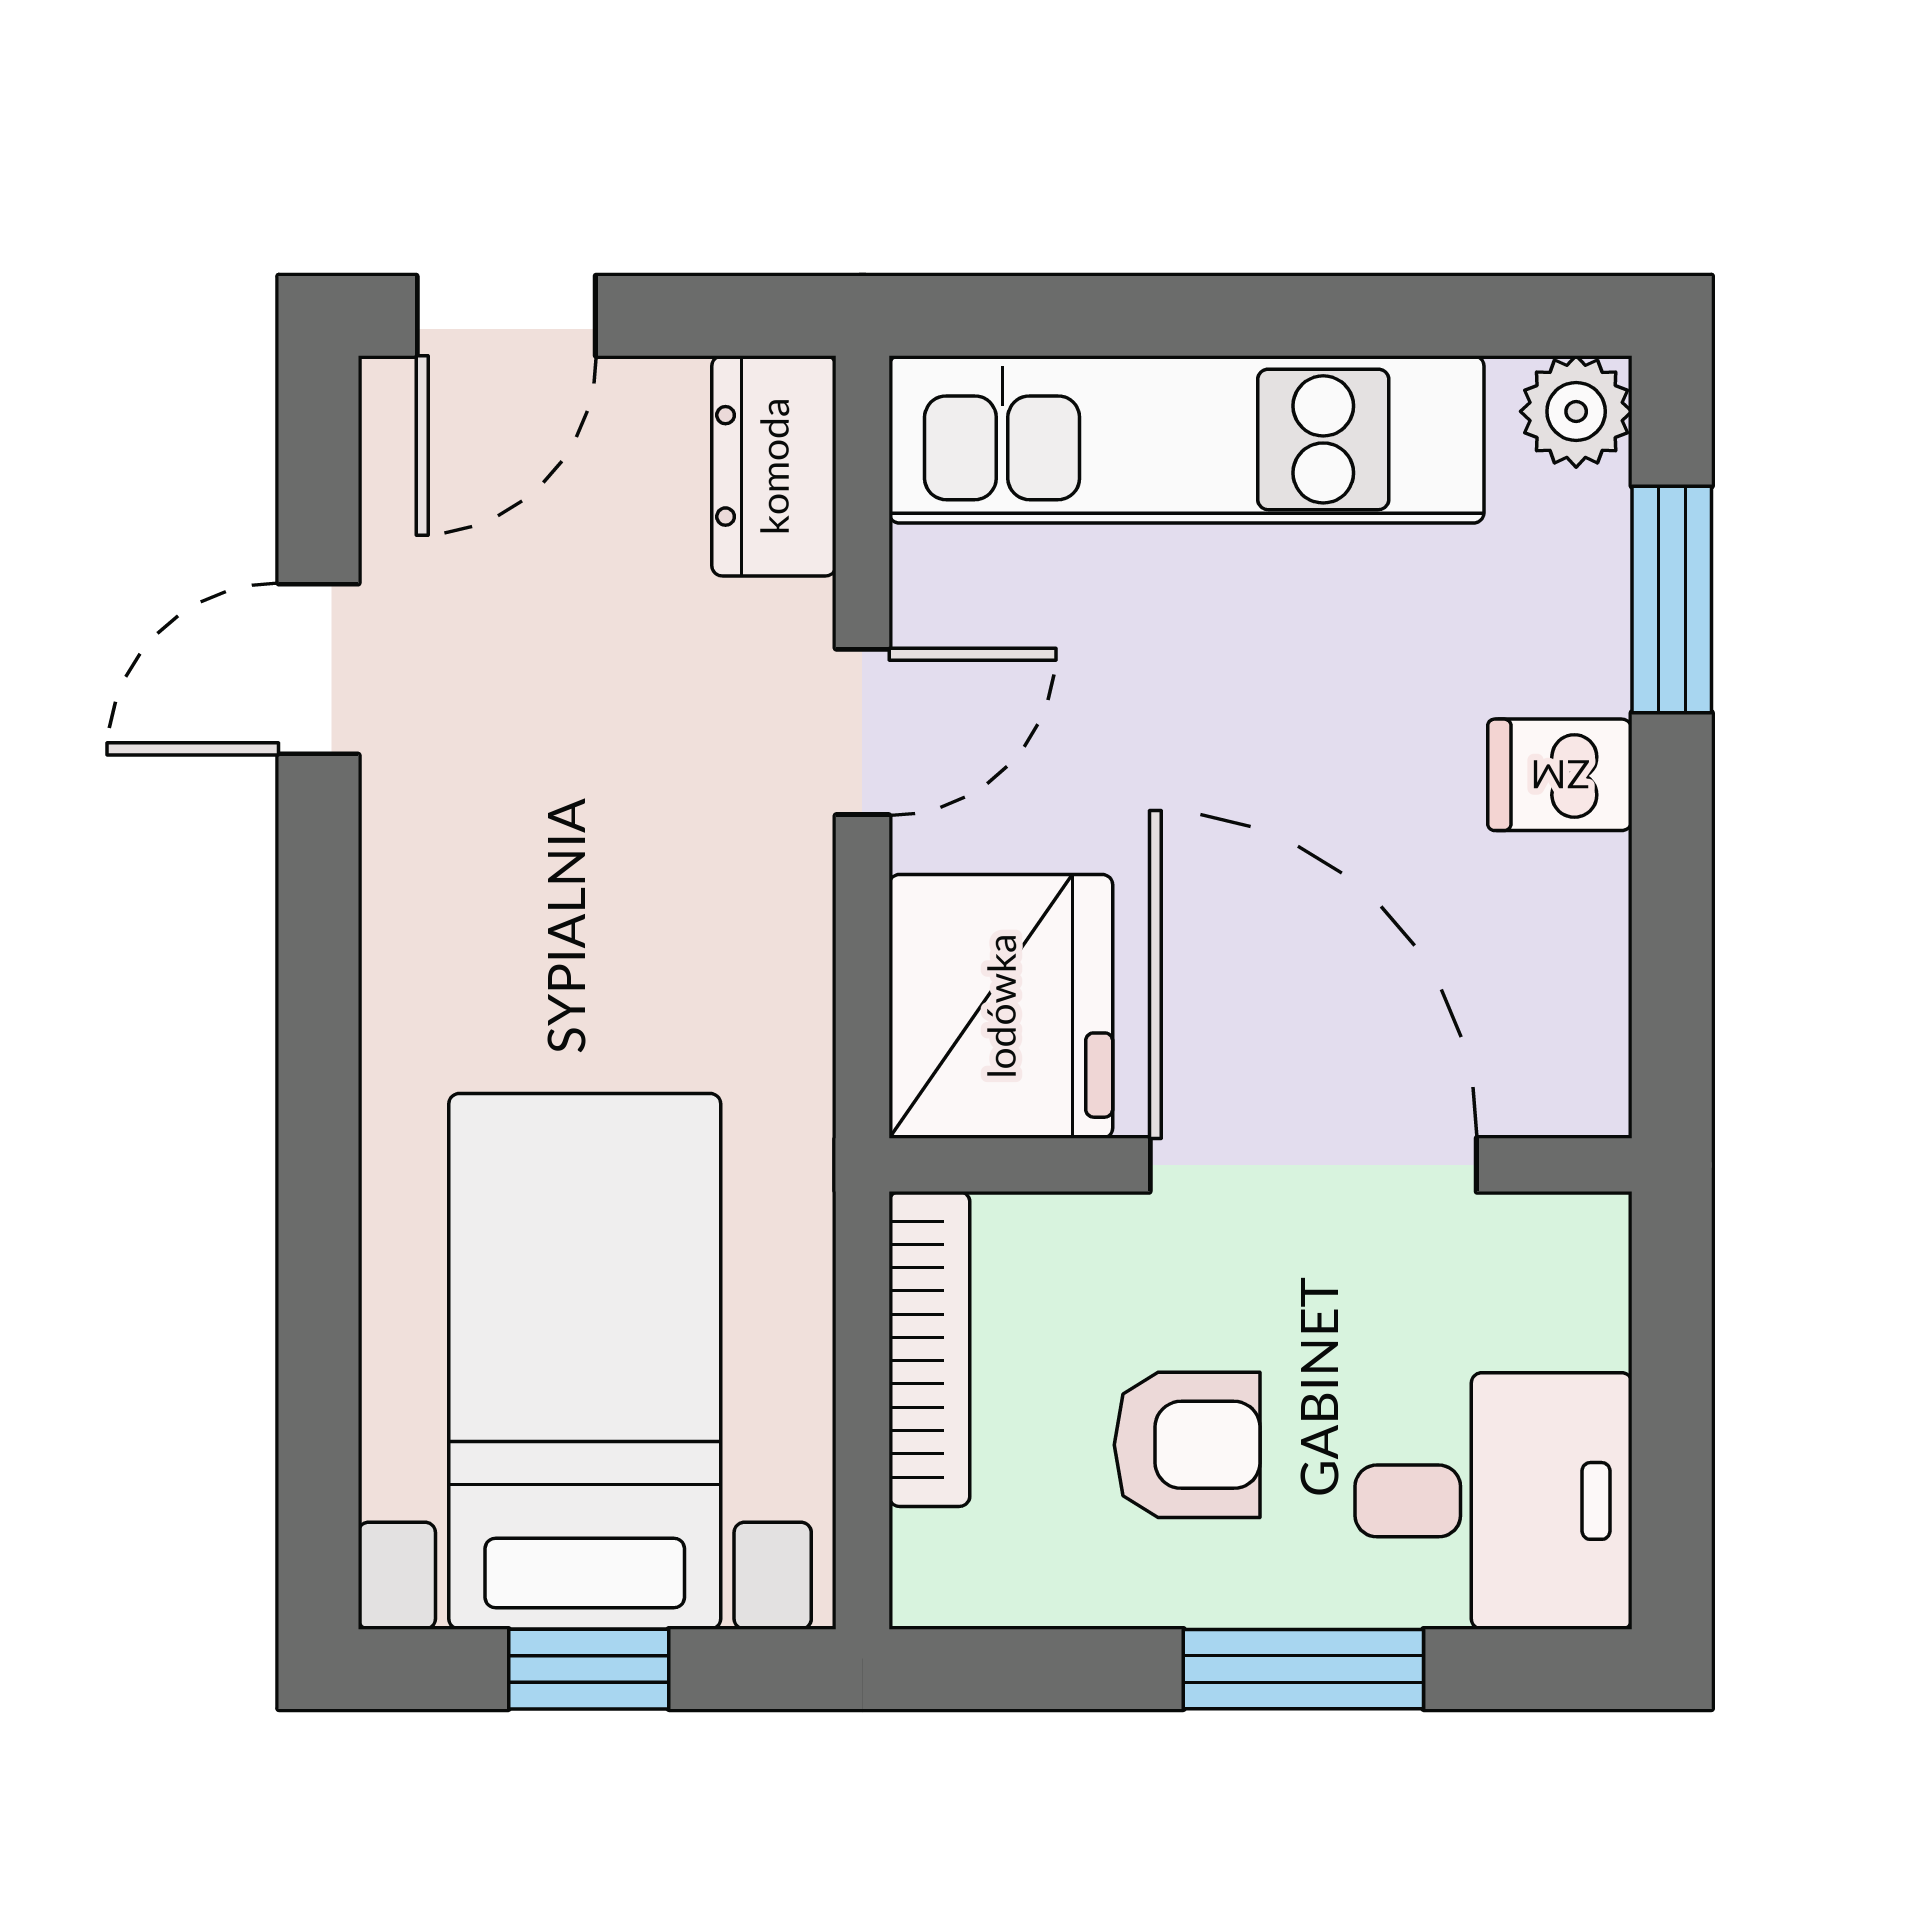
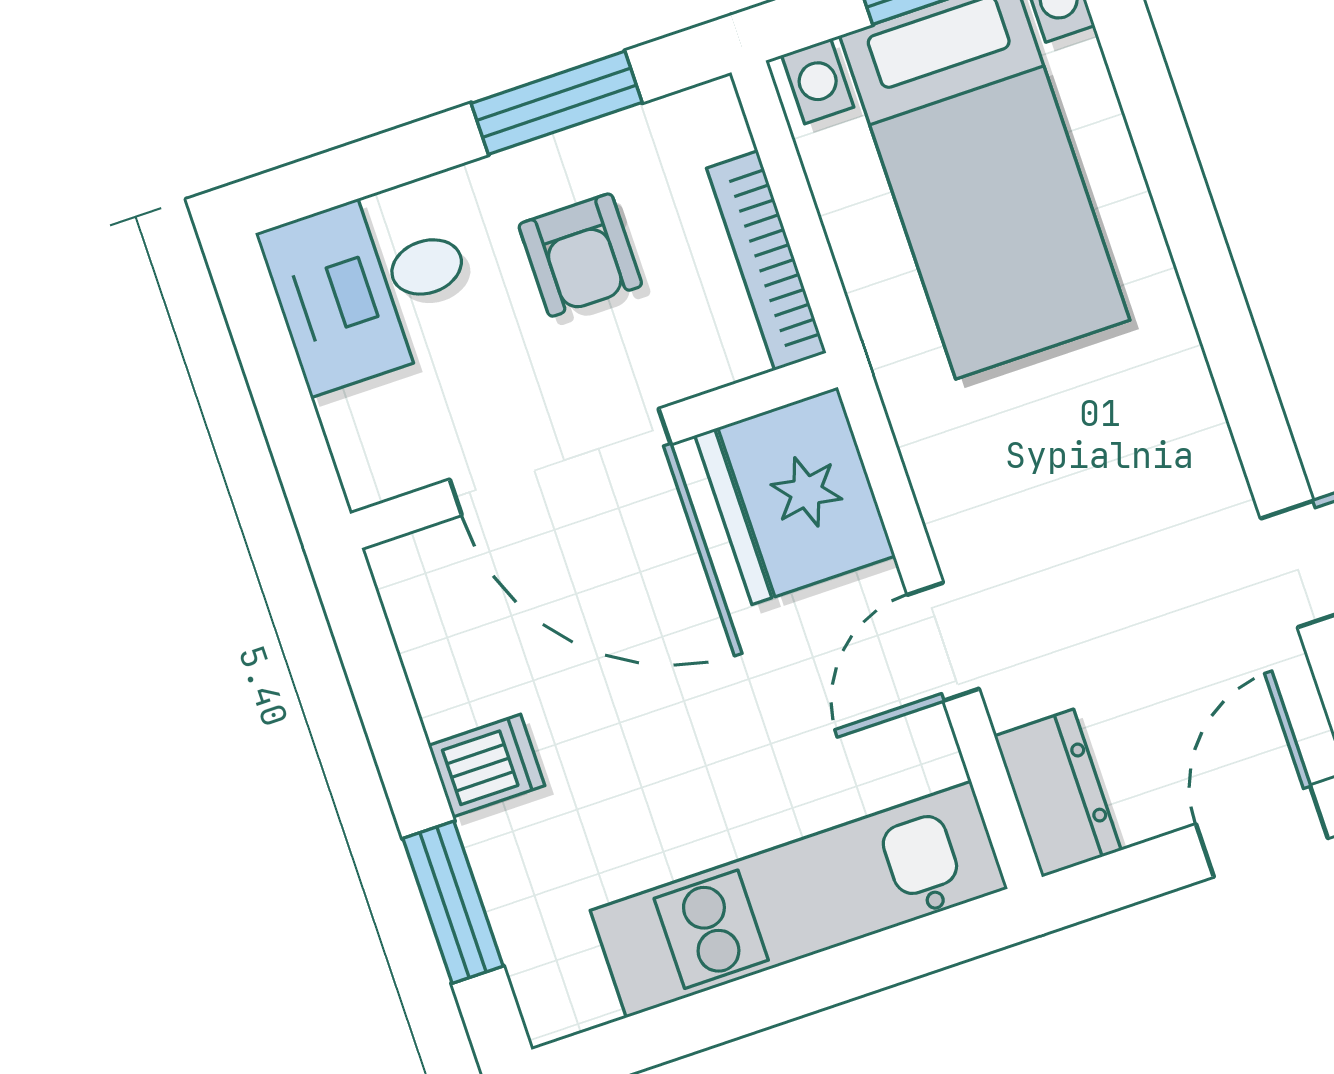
plant: (1576, 411) -> (555, 1002), removed
armchair: (1187, 1445) -> (580, 255), turned -90
window: (1303, 1669) -> (557, 103), moved

